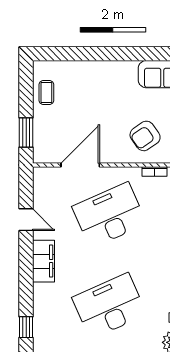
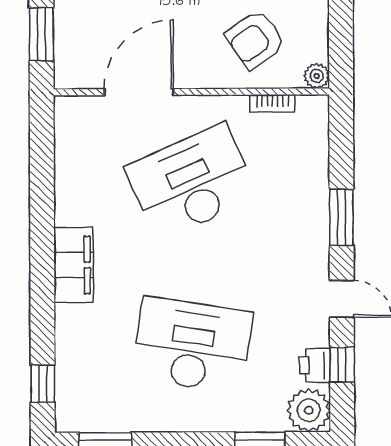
door: (26, 220) -> (42, 191), removed
desk: (109, 306) -> (192, 345), turned 33

